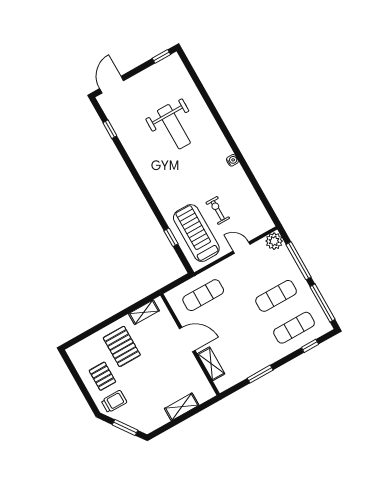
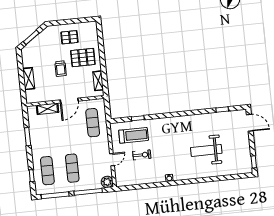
treadmill: (196, 233) -> (134, 135), width x0.73, depth x0.73
trolley: (114, 402) -> (61, 69), moved

